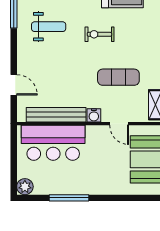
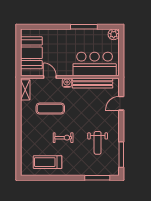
weight bench: (49, 27) -> (98, 143), turned -90
door: (14, 85) -> (121, 103), hinge flipped

